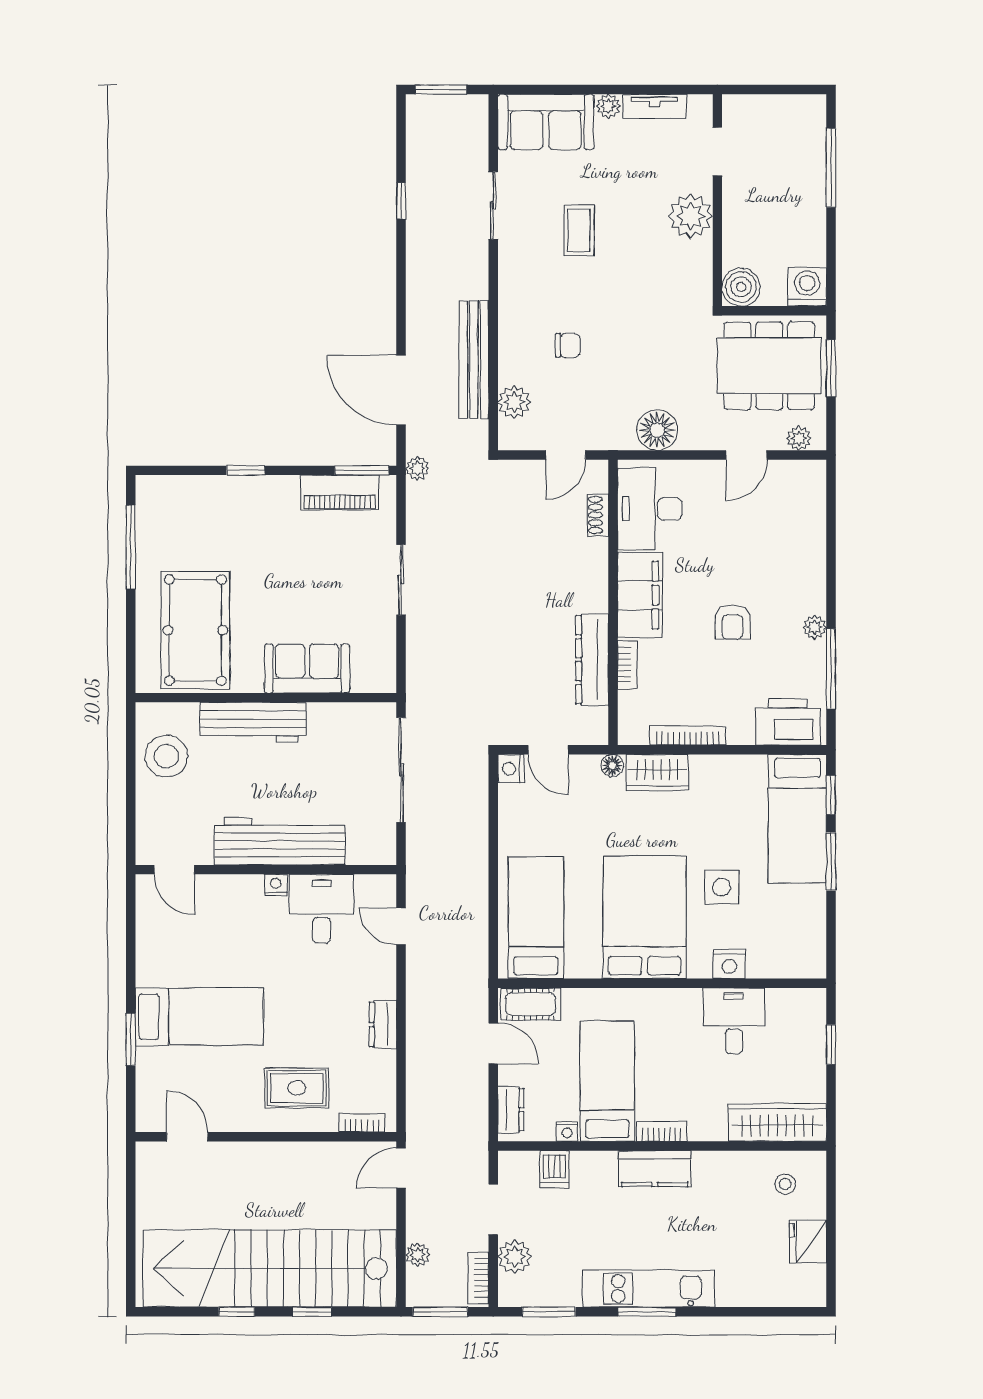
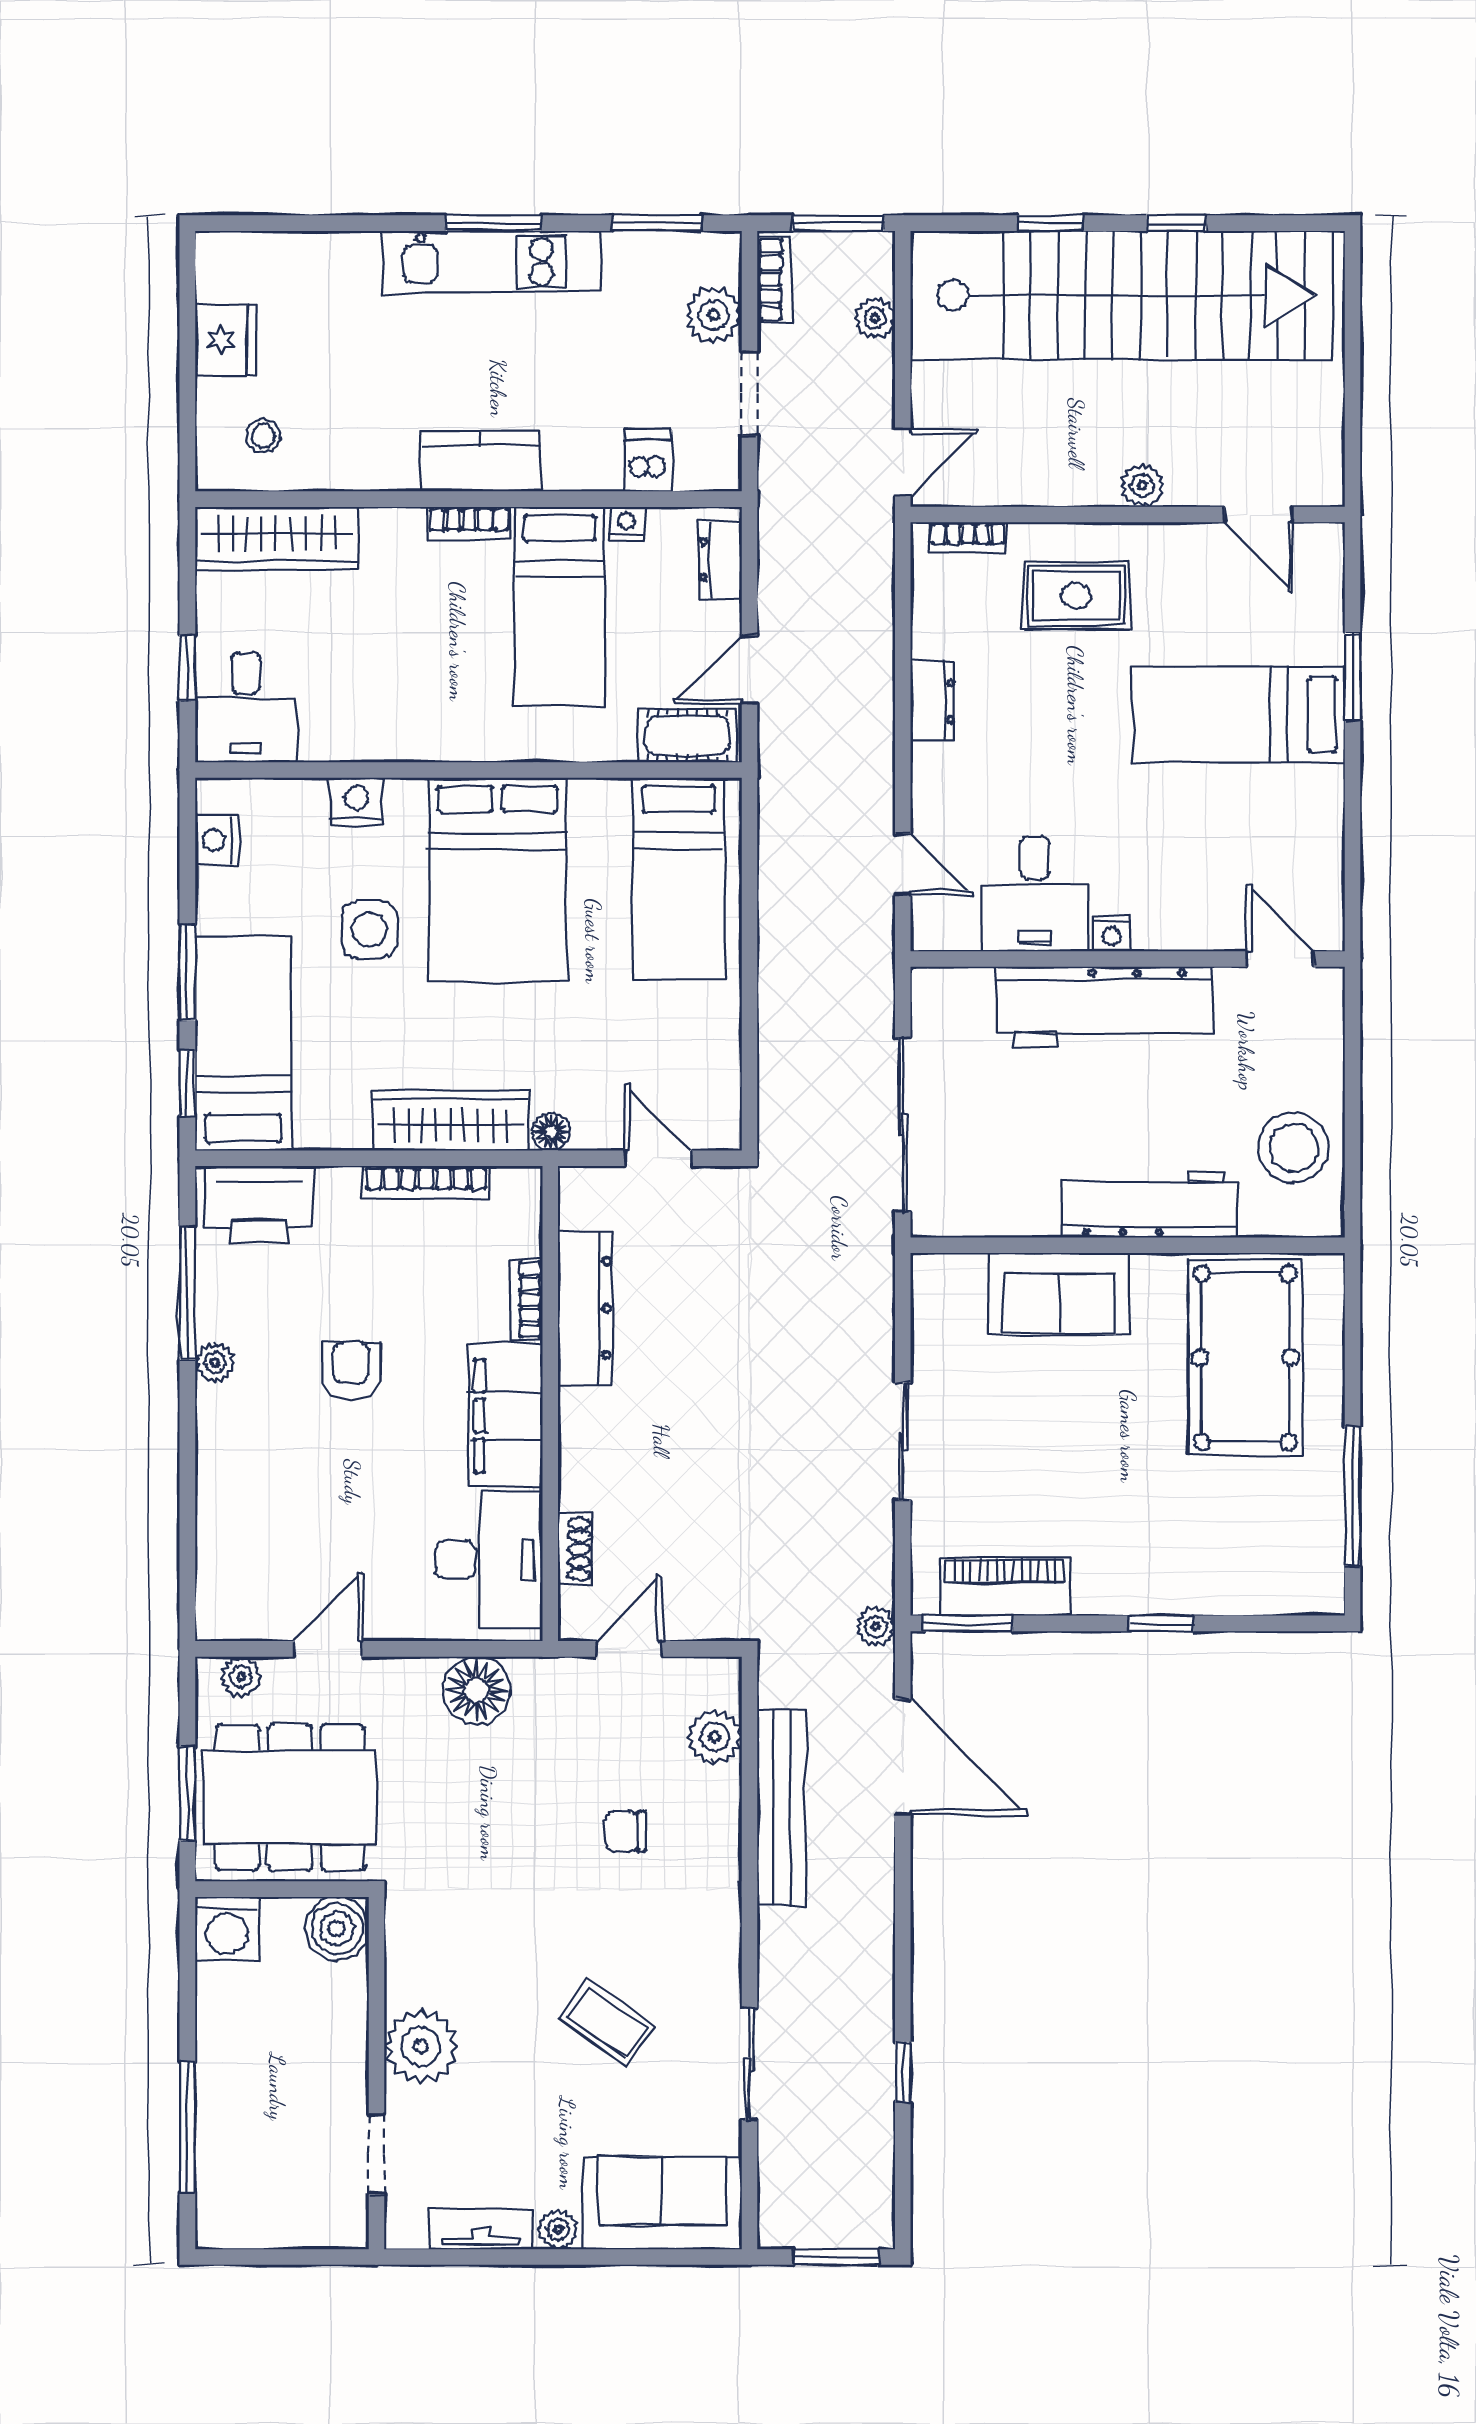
coffee table: (579, 230) -> (607, 2023), turned -55
nightstand: (511, 769) -> (217, 840), moved, turned 180
wardrobe: (657, 773) -> (451, 1120), width x1.50
desk: (734, 1021) -> (246, 707), moved
door: (493, 1044) -> (749, 669), hinge flipped
plant: (257, 1154) -> (1142, 485), added

